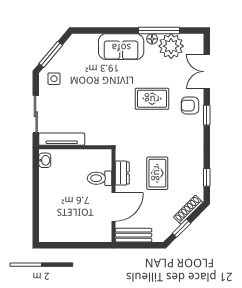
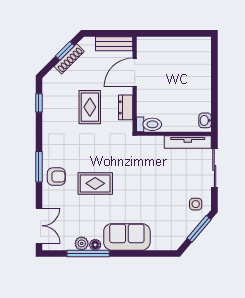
plant: (171, 46) -> (82, 243), width x0.53, depth x0.53
double door: (207, 72) -> (39, 226), moved
window: (207, 115) -> (39, 167), width x1.50
toilet: (100, 178) -> (149, 124), moved
shoe rack: (188, 210) -> (69, 59), moved

